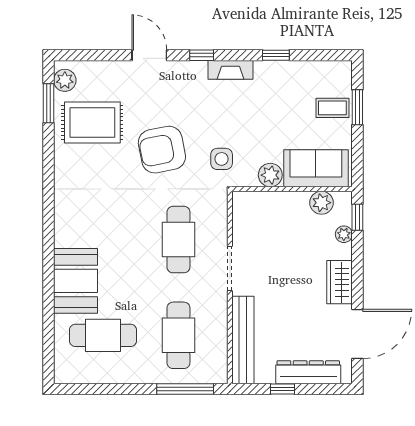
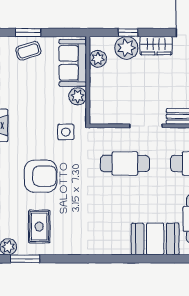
coffee table: (332, 108) -> (28, 51), turned 72
rug: (92, 123) -> (39, 227), width x0.73, depth x0.70
armchair: (162, 150) -> (41, 176), moved, turned -79
window: (357, 217) -> (128, 33), moved
plant: (344, 234) -> (126, 48), width x1.87, depth x1.87

